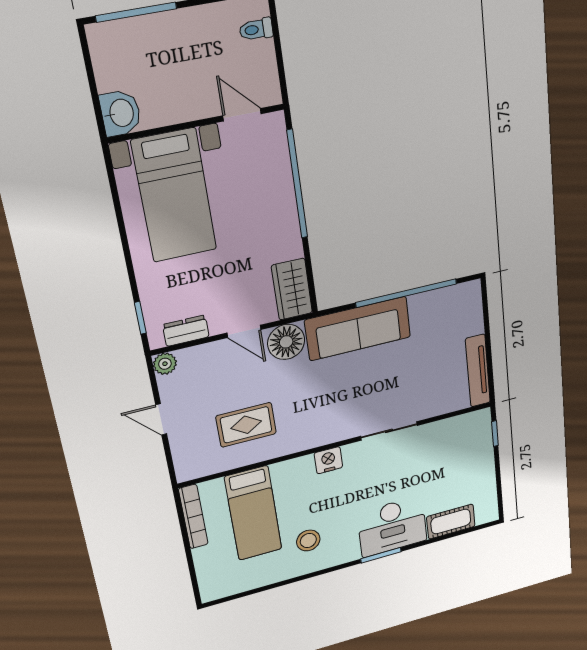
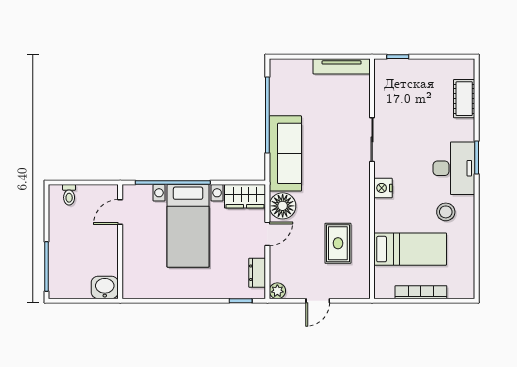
bed with nightstands: (174, 196) -> (188, 226), moved, turned 90
bookcase: (193, 517) -> (421, 292), moved
desk: (392, 526) -> (454, 168), moved

